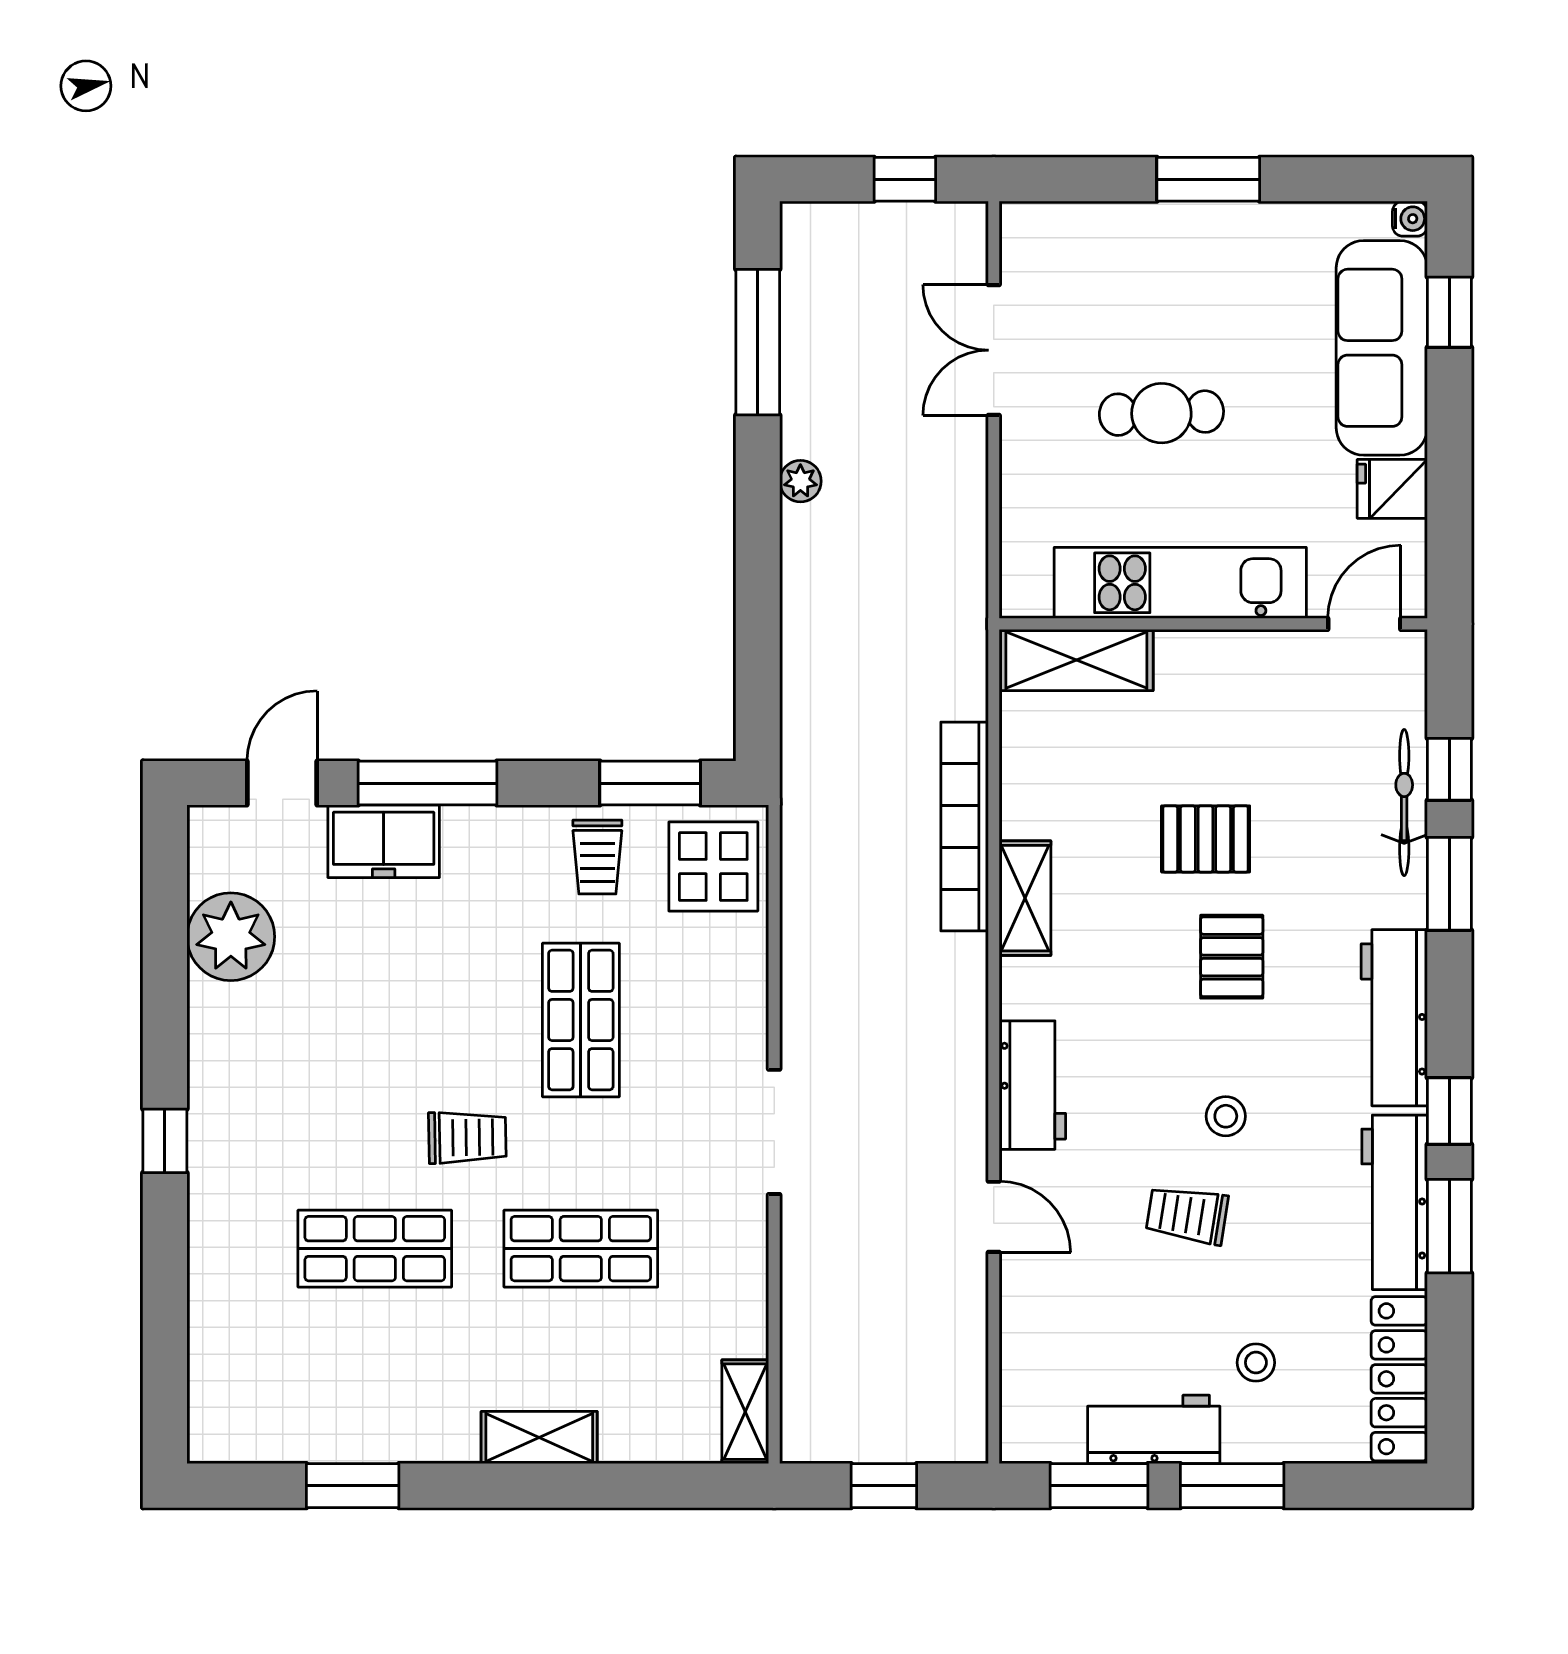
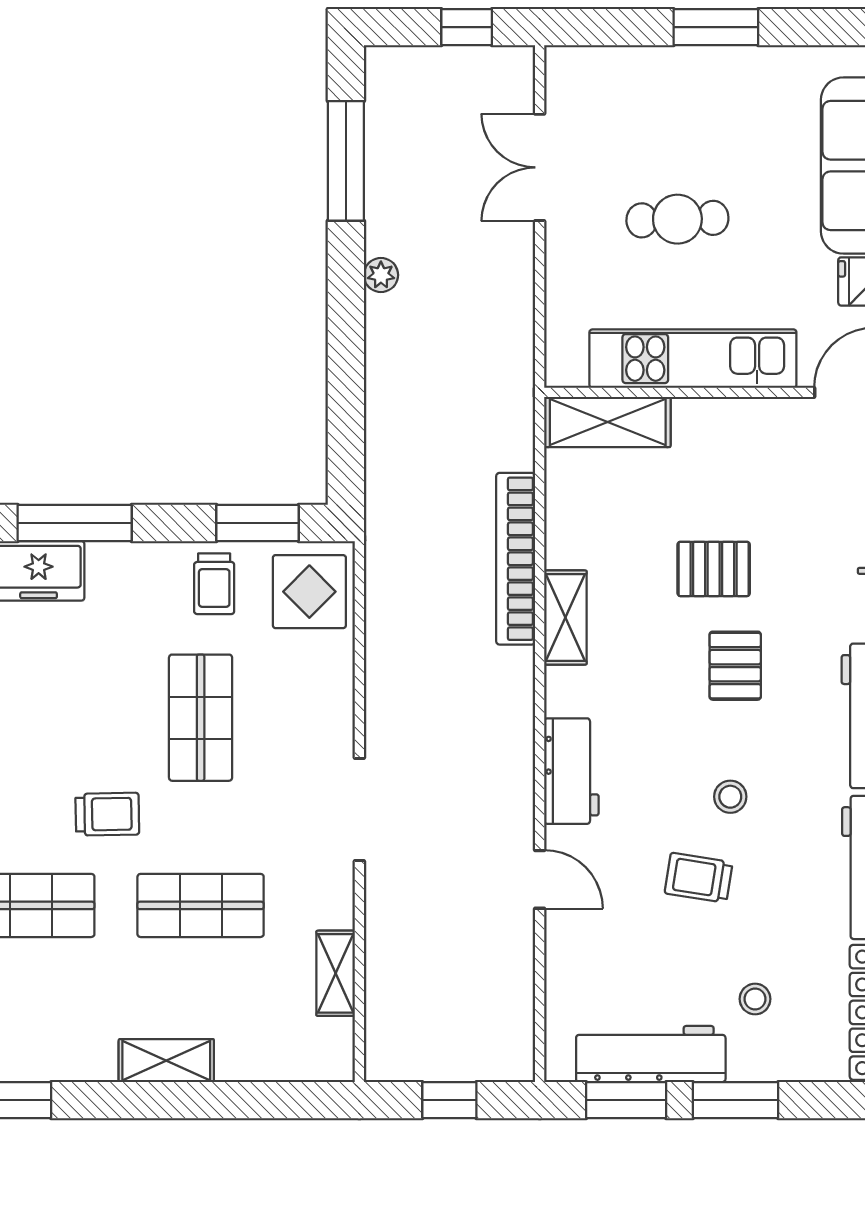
shelving: (745, 1412) -> (336, 973), moved
workbench: (1154, 1429) -> (651, 1054), width x1.37

